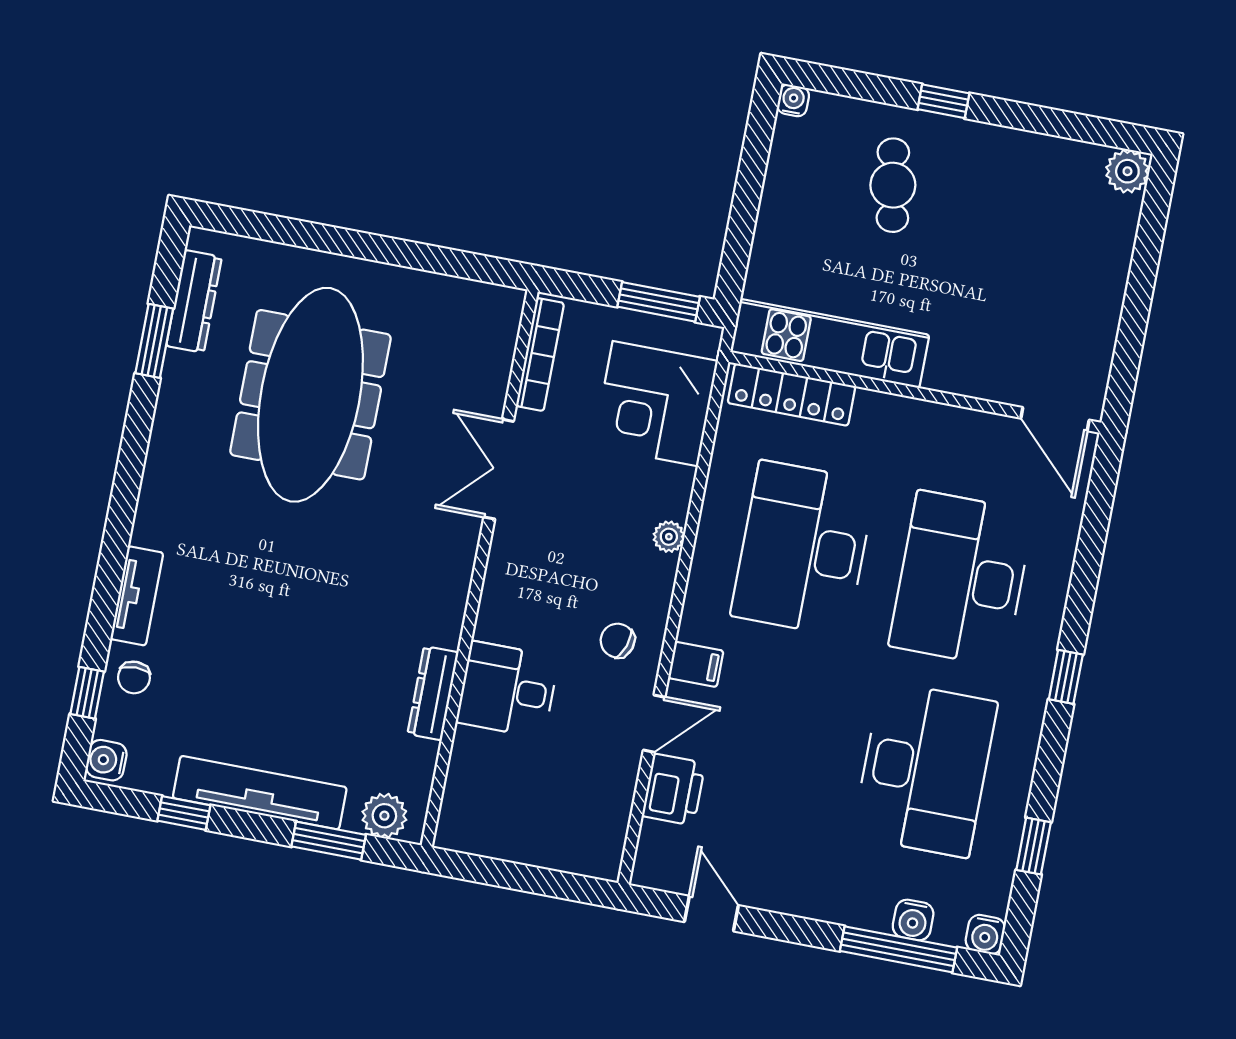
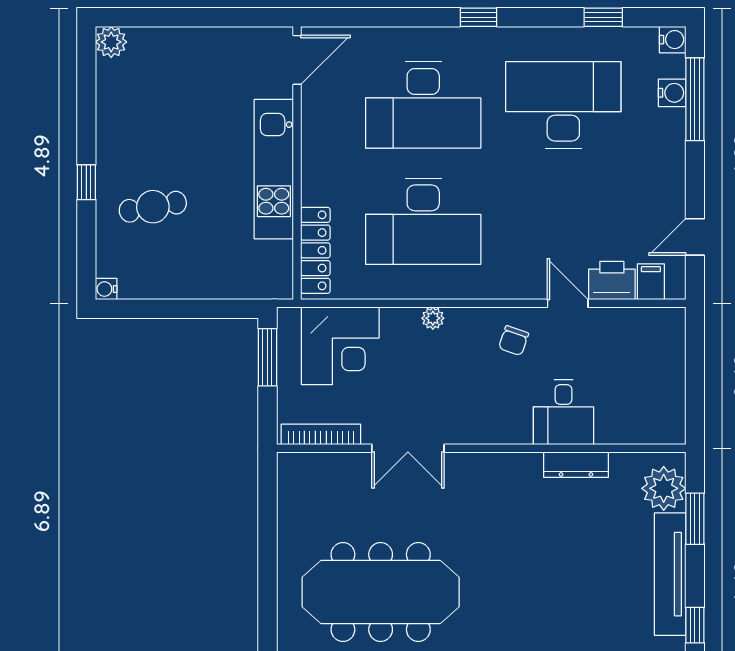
kitchen unit: (830, 343) -> (274, 169), moved
filing cabinet: (696, 664) -> (651, 282), moved
plant: (384, 816) -> (664, 488), width x1.36, depth x1.36

